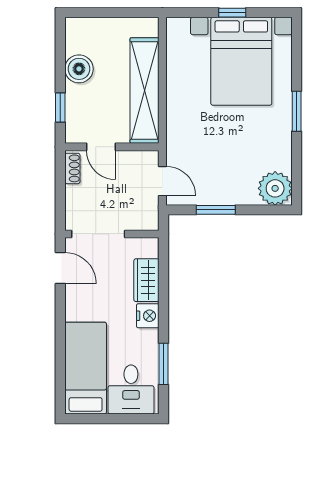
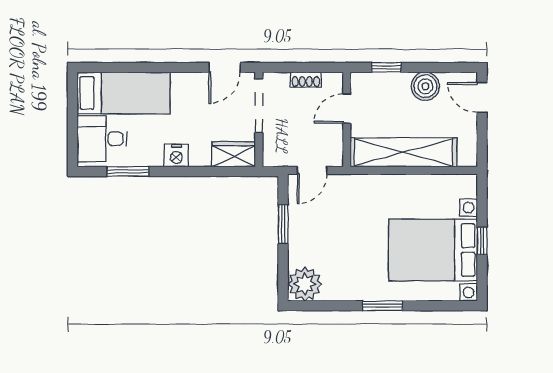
door: (90, 13) -> (482, 98), added
shoe rack: (72, 168) -> (306, 80), moved
wardrobe: (146, 280) -> (234, 154), moved

